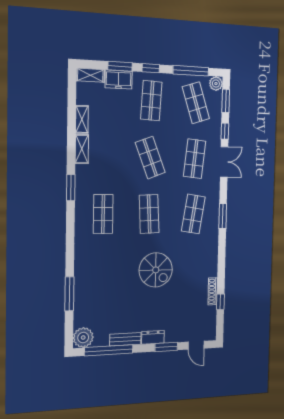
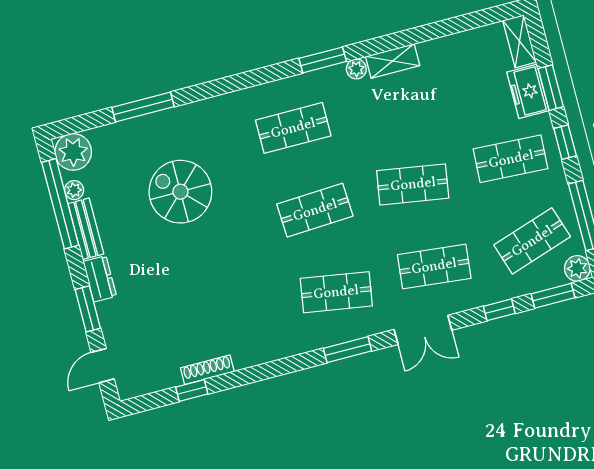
shelving: (82, 119) -> (442, 47), removed
shop shelf: (150, 158) -> (413, 184), turned 30
double door: (224, 162) -> (423, 330), moved
plant: (81, 170) -> (356, 69), added
spiral stairs: (156, 270) -> (180, 192), moved, turned 90
plant: (104, 341) -> (74, 190), added

